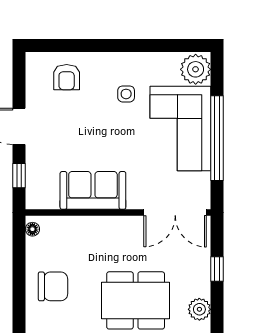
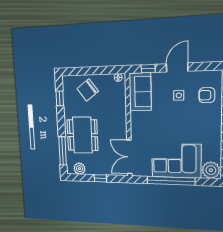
side table: (126, 94) -> (179, 95), moved
sofa: (93, 190) -> (140, 92), moved
chair: (53, 286) -> (88, 90), turned 53

